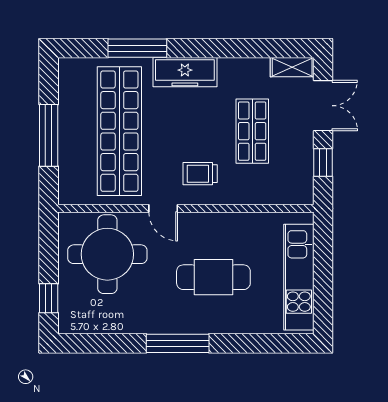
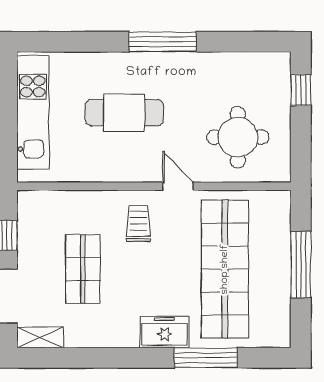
freezer: (185, 72) -> (165, 332), width x0.71
trolley: (200, 174) -> (138, 223), turned -90
round table: (107, 254) -> (238, 137), width x0.73, depth x0.73

